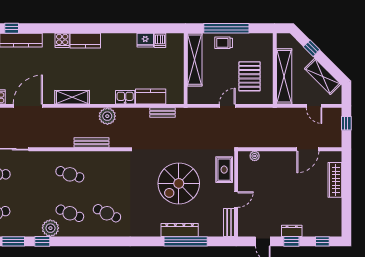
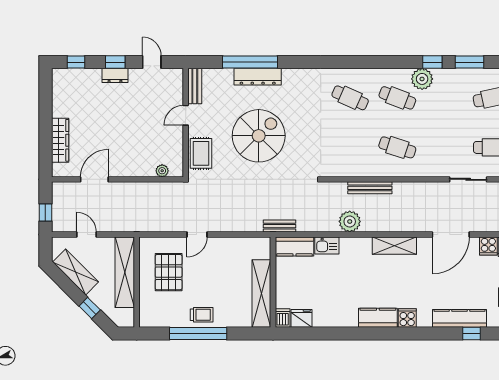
shelving: (195, 60) -> (261, 293), moved
wall: (186, 69) -> (273, 282), moved

